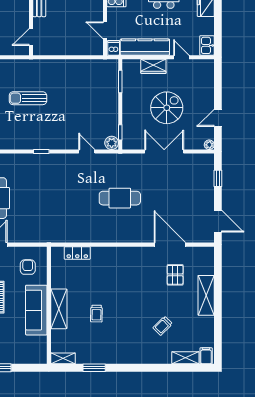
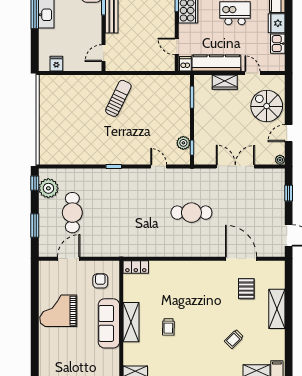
kitchen sink: (207, 45) -> (278, 44), moved
sun lounger: (28, 98) -> (118, 98), moved, turned 116
spiral stairs: (167, 108) -> (267, 106), moved, turned -90
plant: (112, 143) -> (183, 143), moved
locker: (77, 253) -> (136, 267), moved

